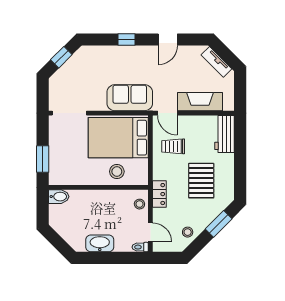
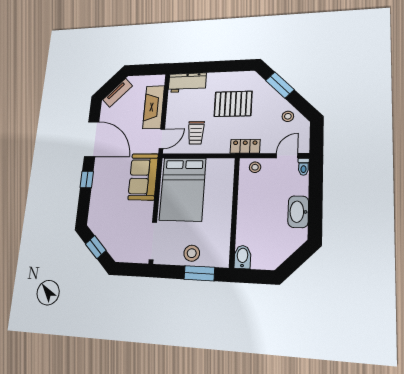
door: (168, 40) -> (92, 139), width x1.88
stool: (117, 172) -> (192, 253), moved

